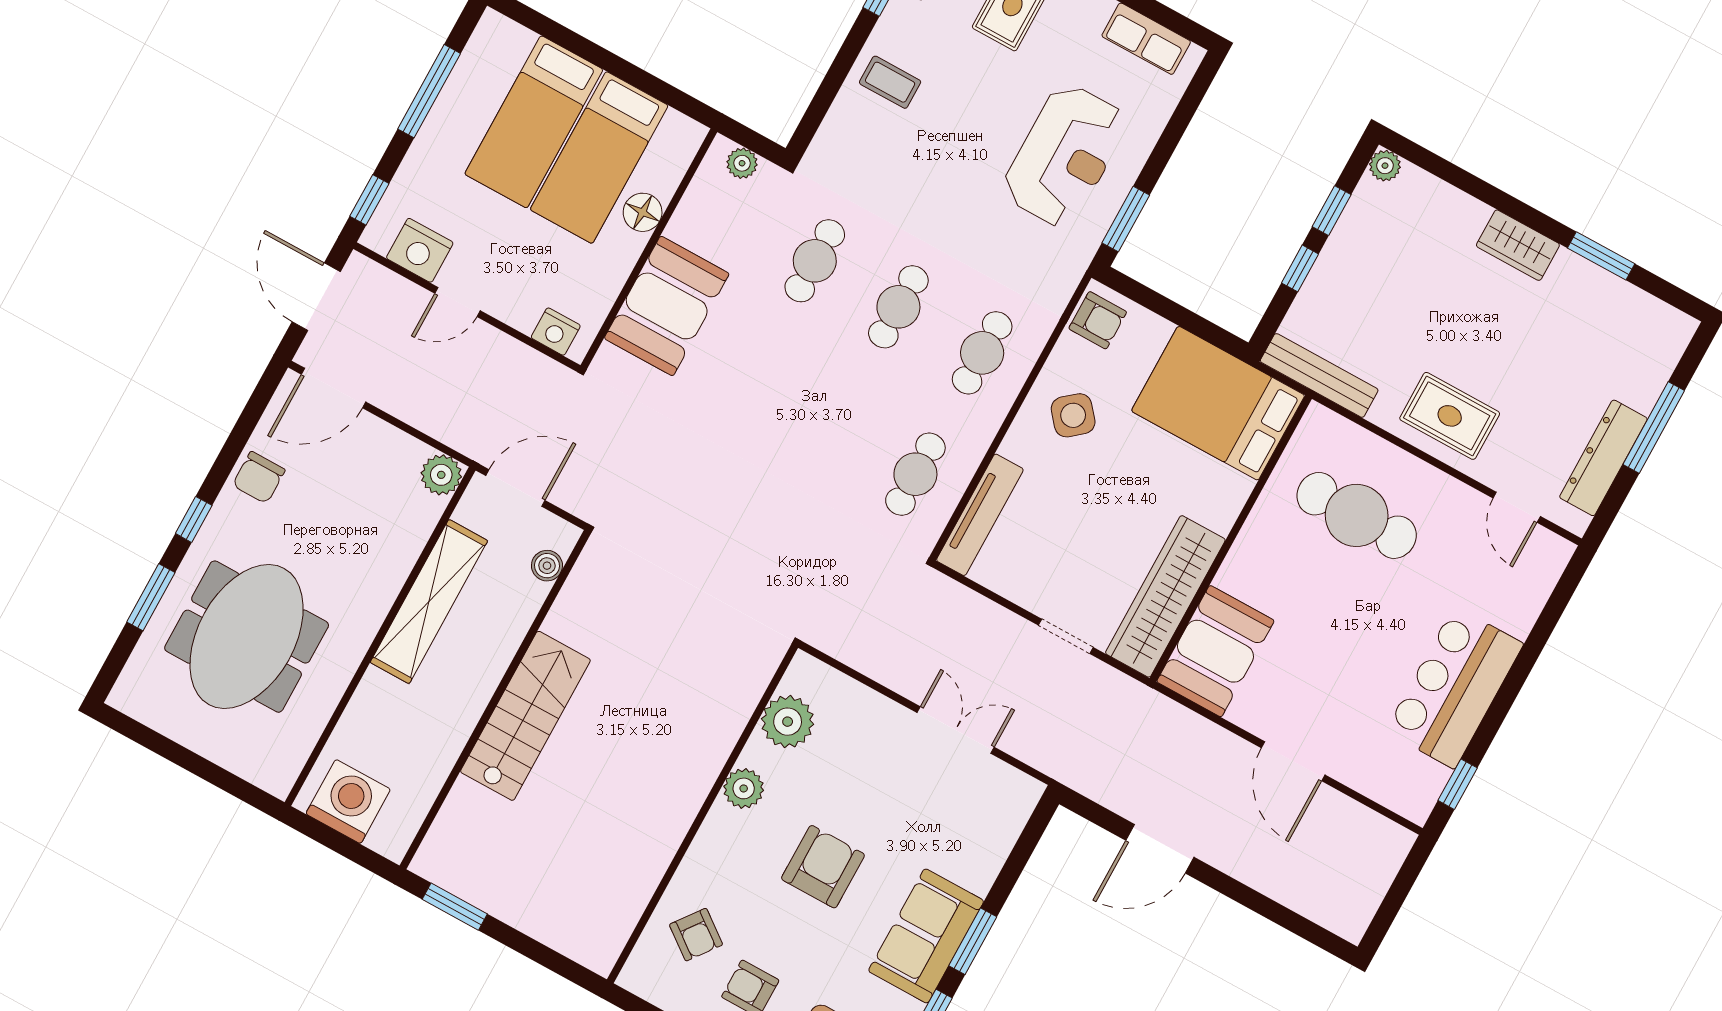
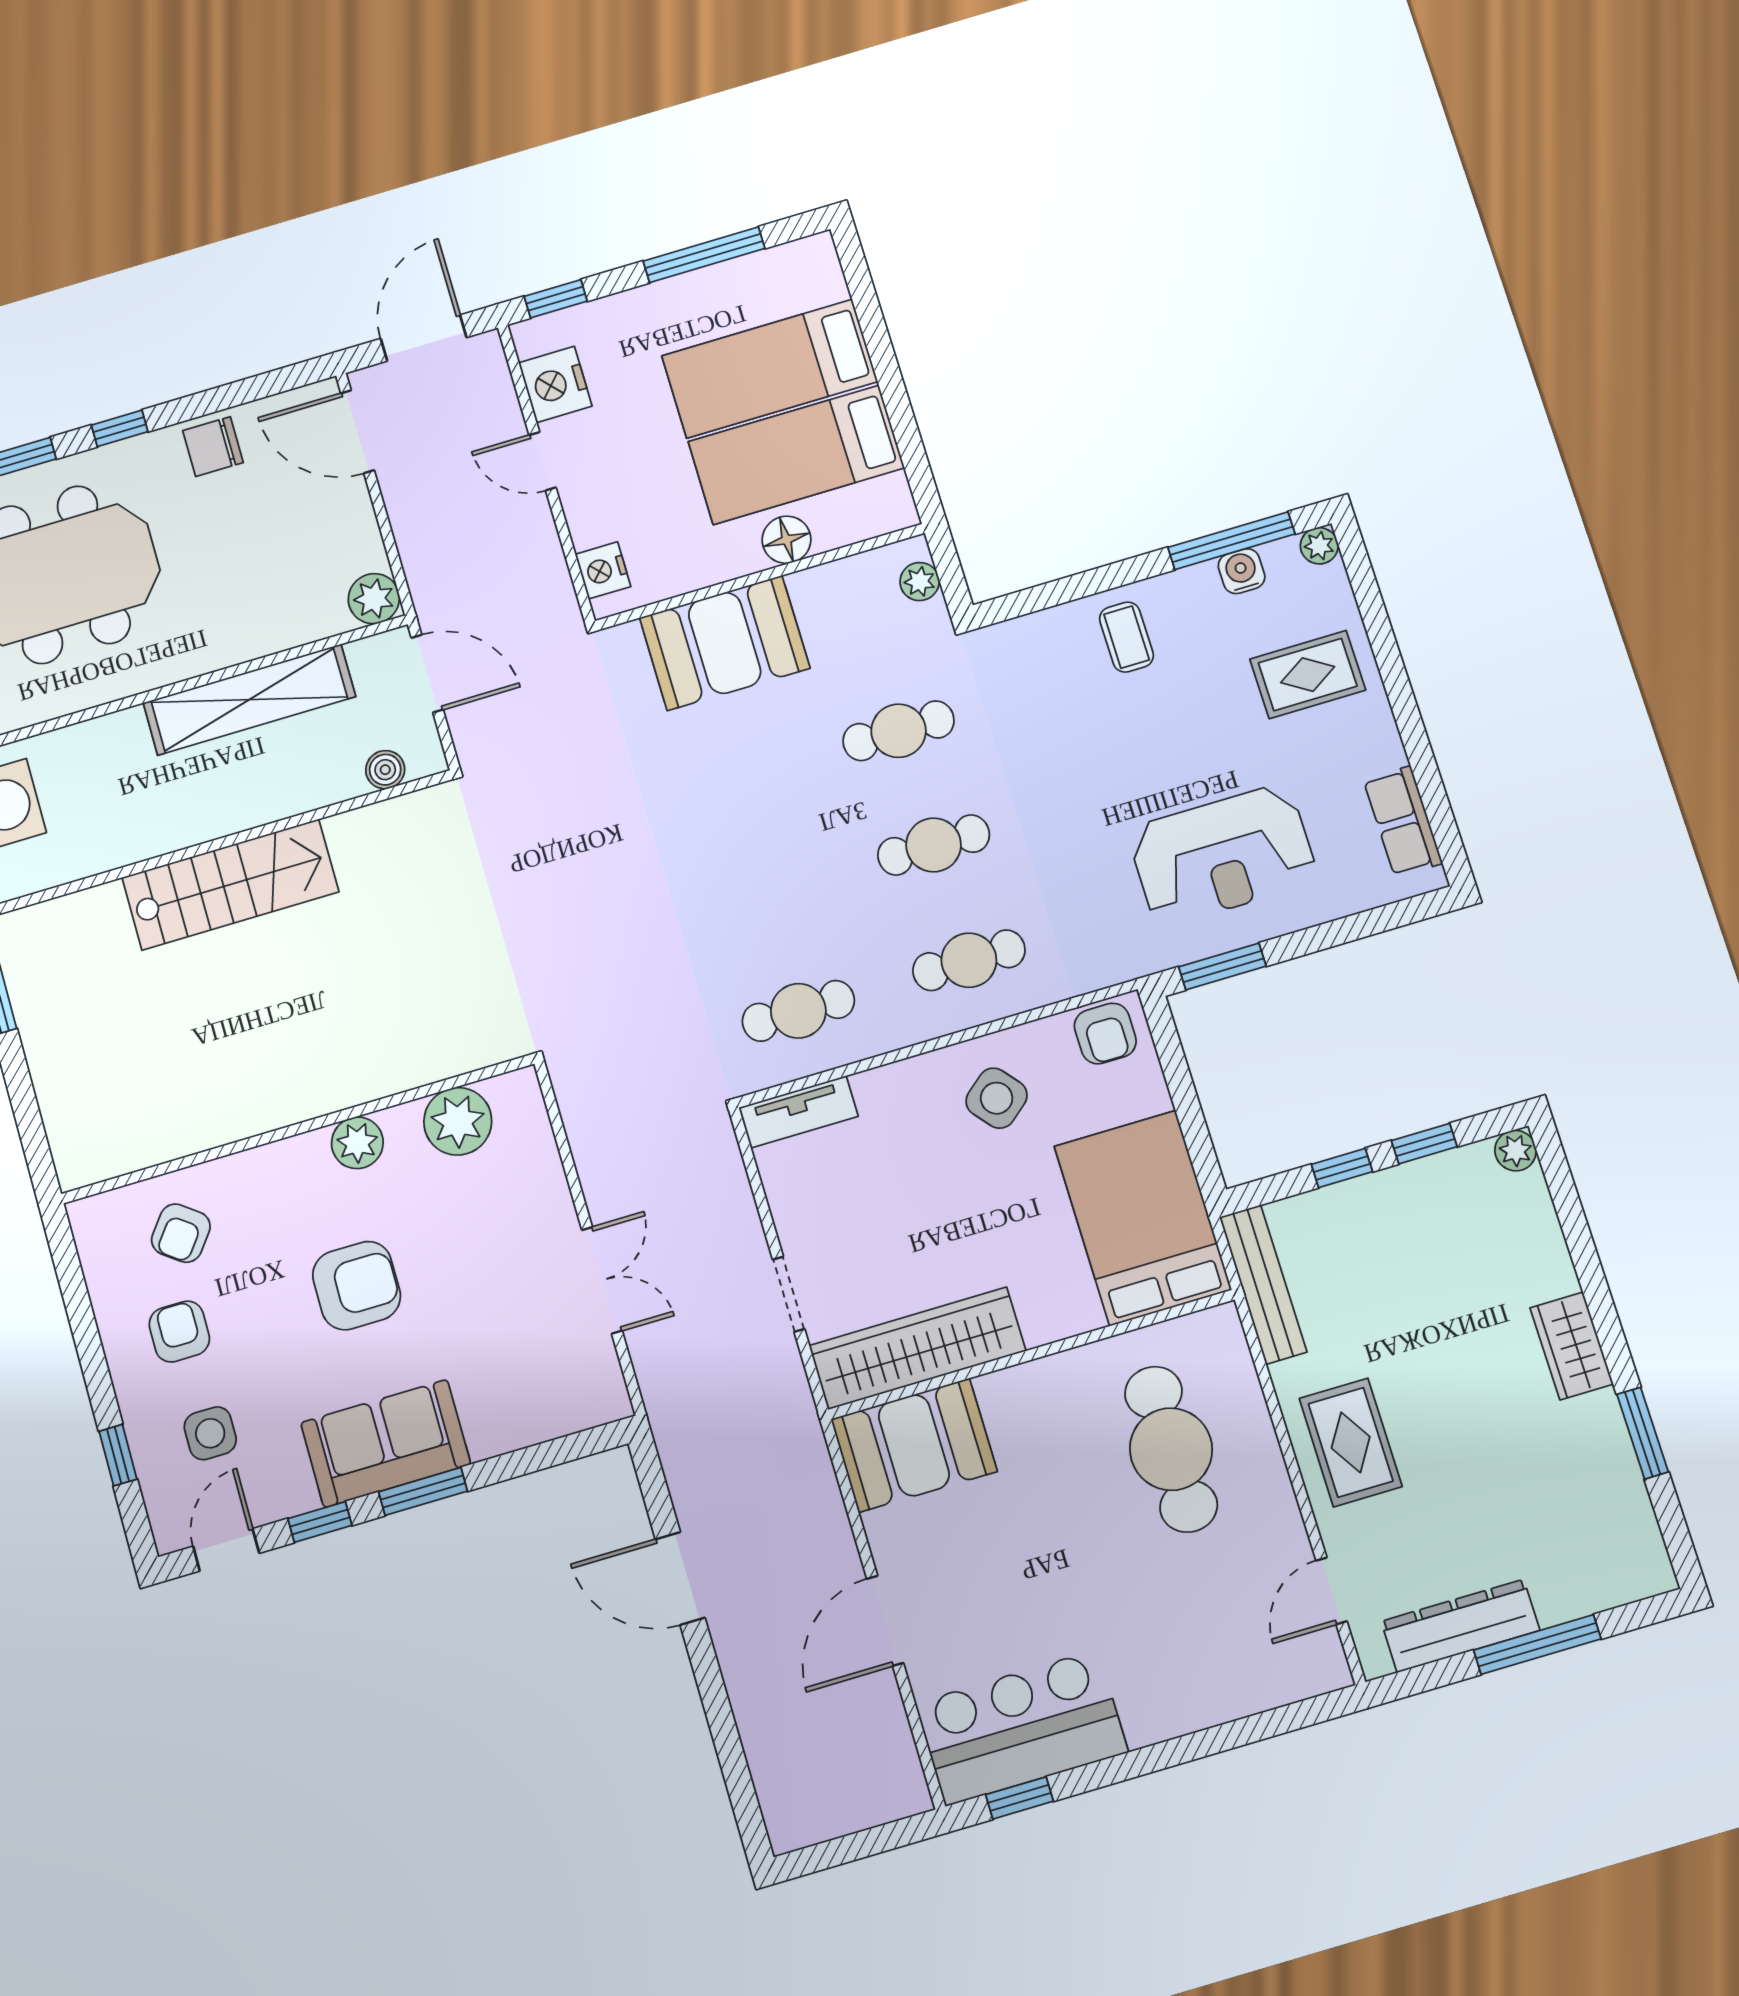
tv unit: (980, 515) -> (798, 1112), width x0.71
bar counter: (1454, 687) -> (1022, 1728), moved

